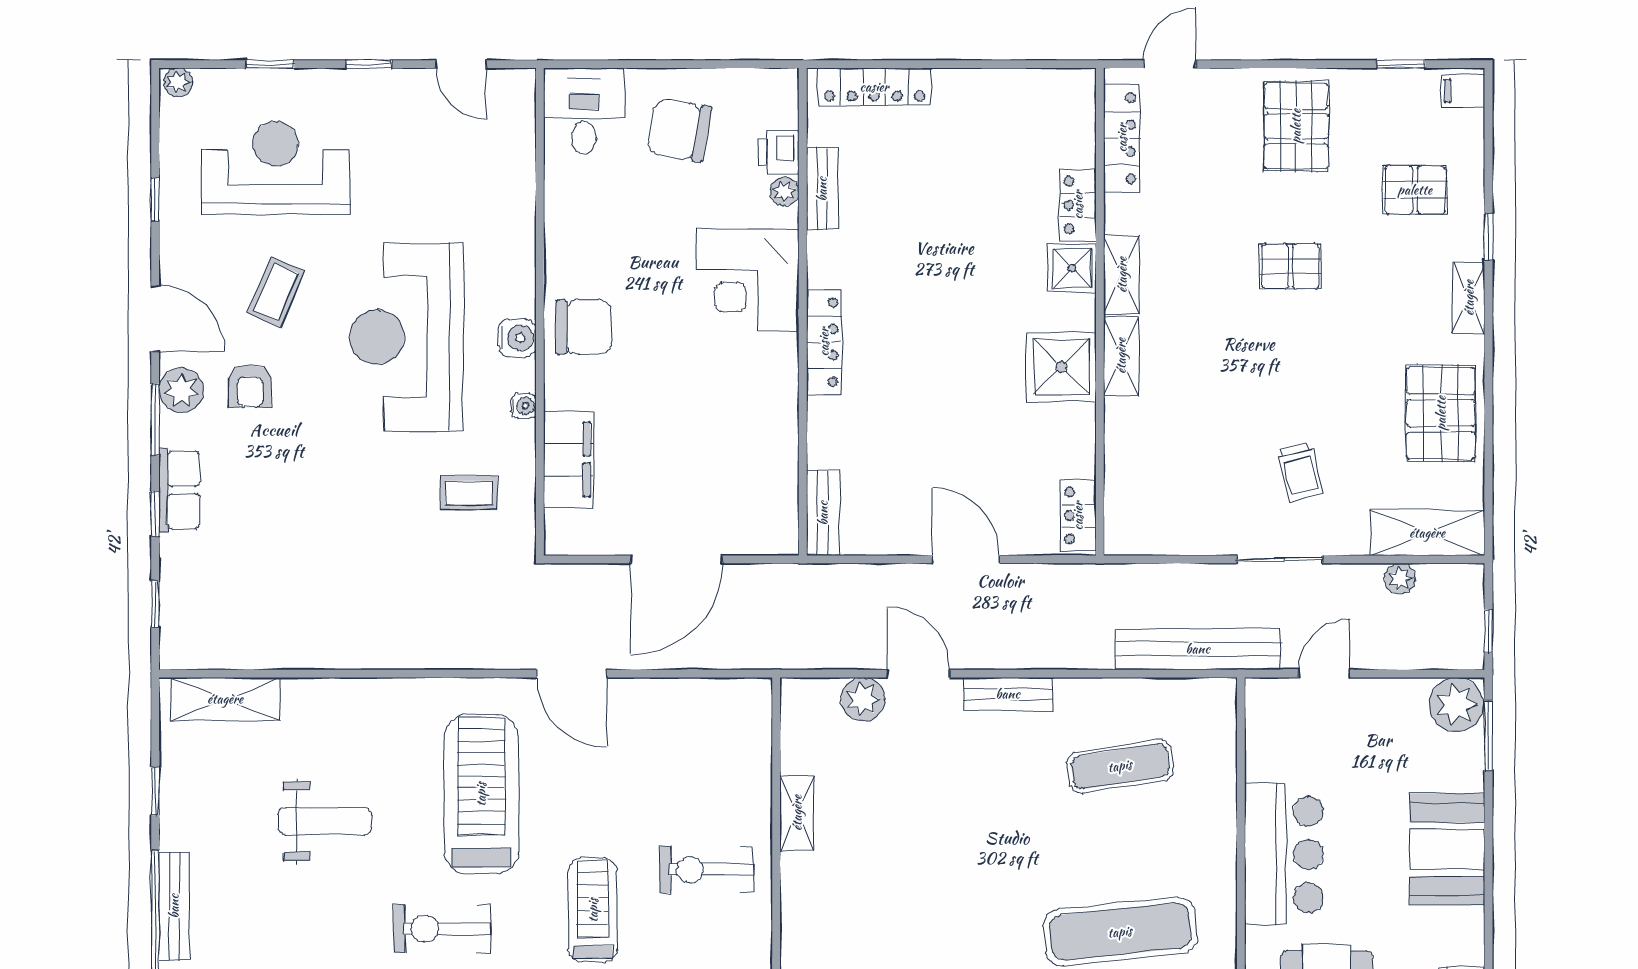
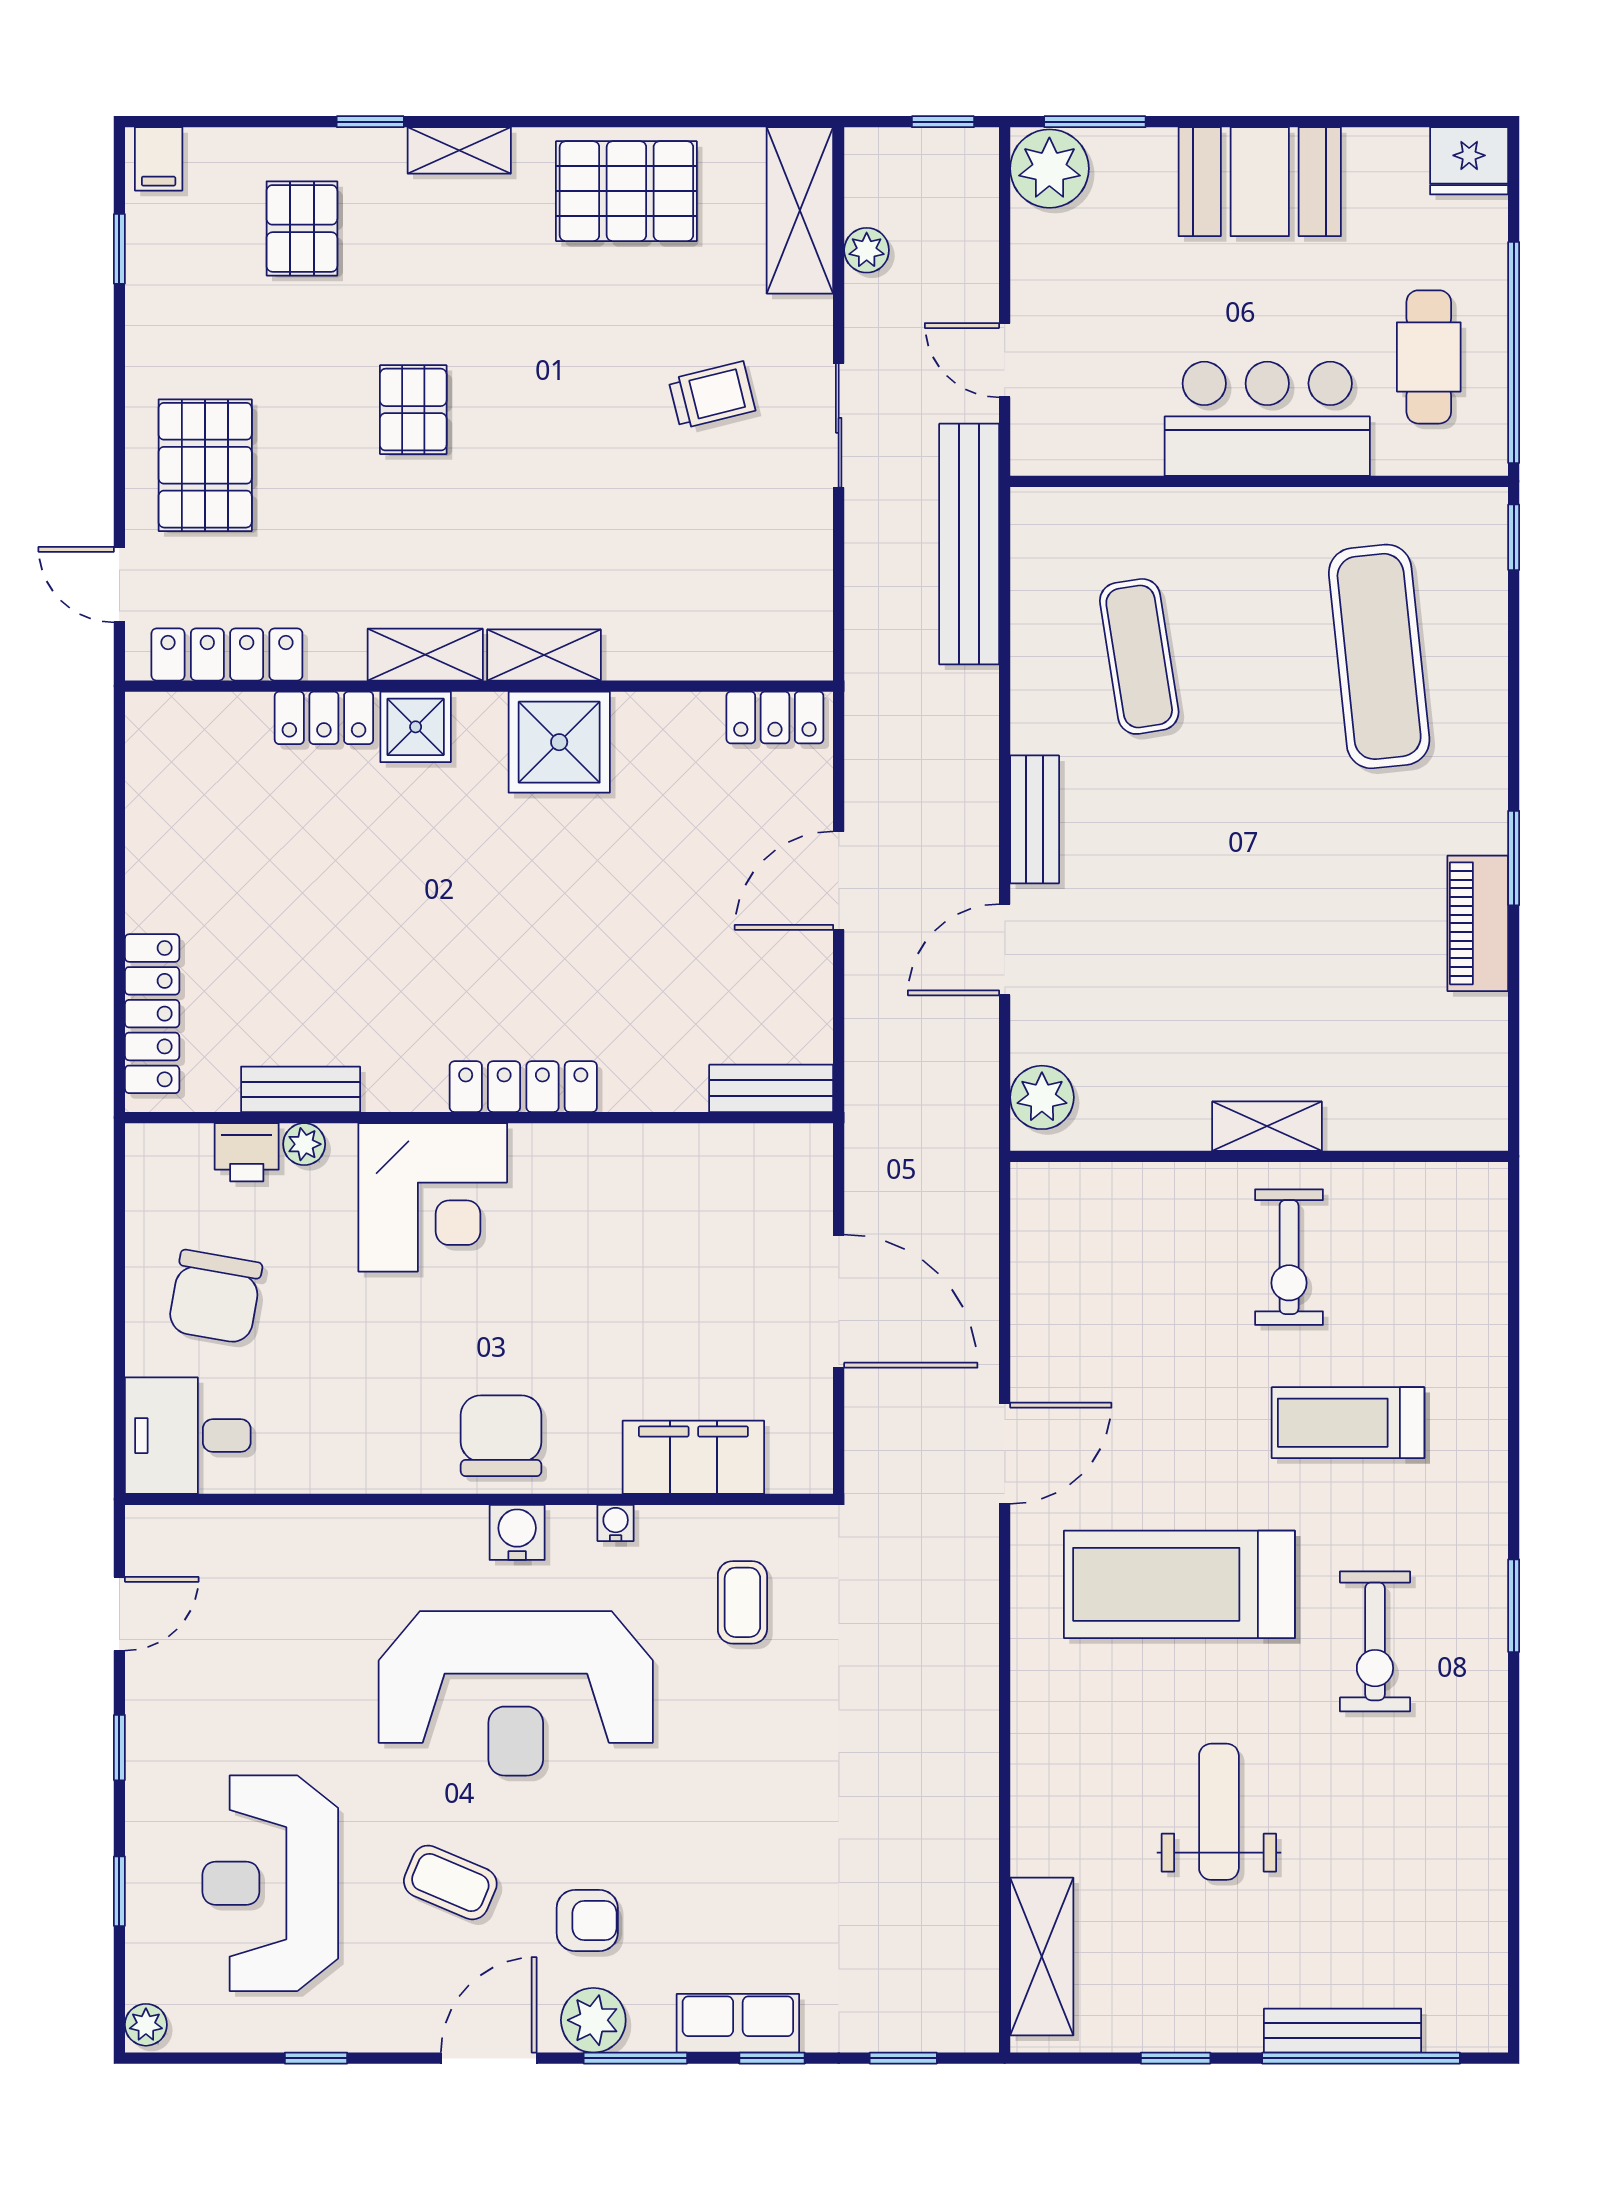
pallet: (1296, 126) -> (205, 465), moved, turned 90
plant: (863, 699) -> (1042, 1097), moved
shelving: (797, 813) -> (1267, 1126), moved

